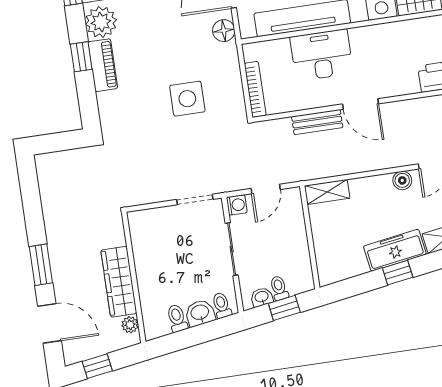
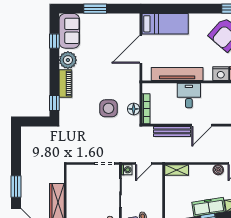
floor lamp: (224, 31) -> (134, 109), moved
desk: (322, 55) -> (189, 95), width x0.73
window: (81, 57) -> (54, 103), moved
door: (360, 104) -> (202, 125), hinge flipped
bench: (317, 122) -> (172, 131), width x1.36

